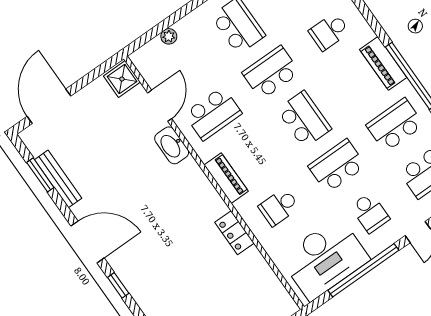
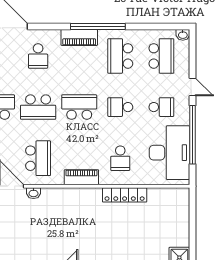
school desk: (271, 73) -> (38, 107), turned -90
washbasin: (172, 145) -> (33, 193), width x0.52, depth x0.69
school desk: (337, 166) -> (120, 107), width x0.54
locker: (234, 233) -> (125, 195), width x1.53

